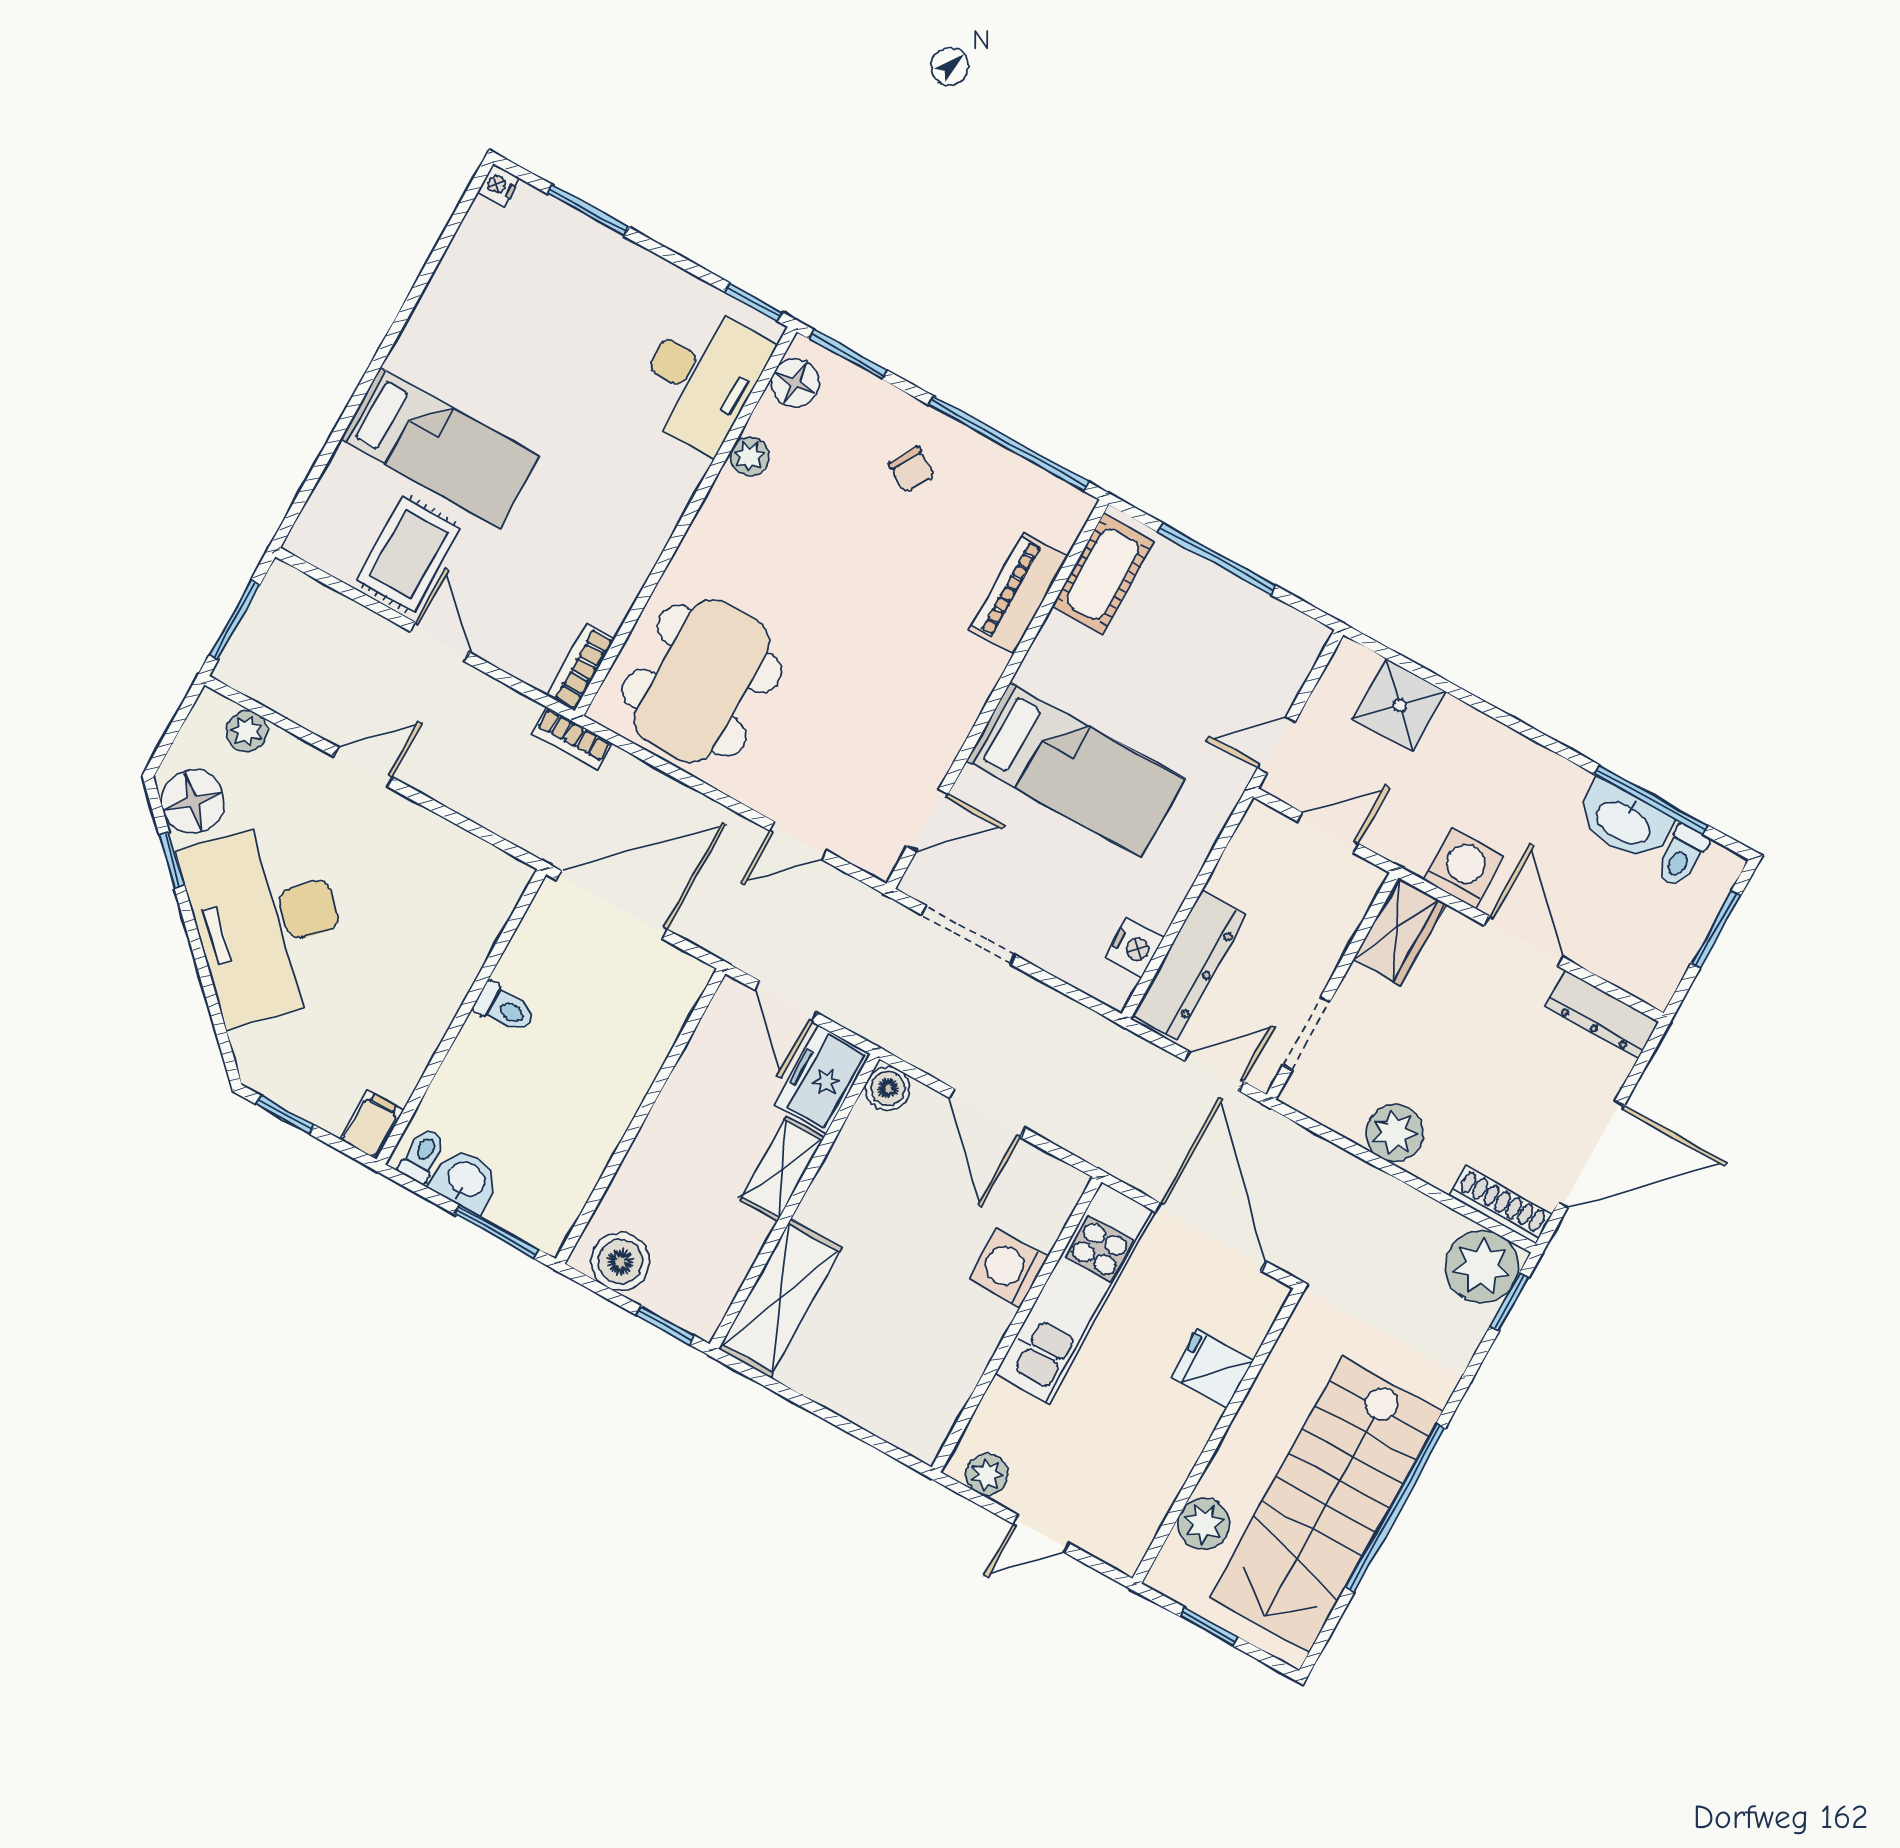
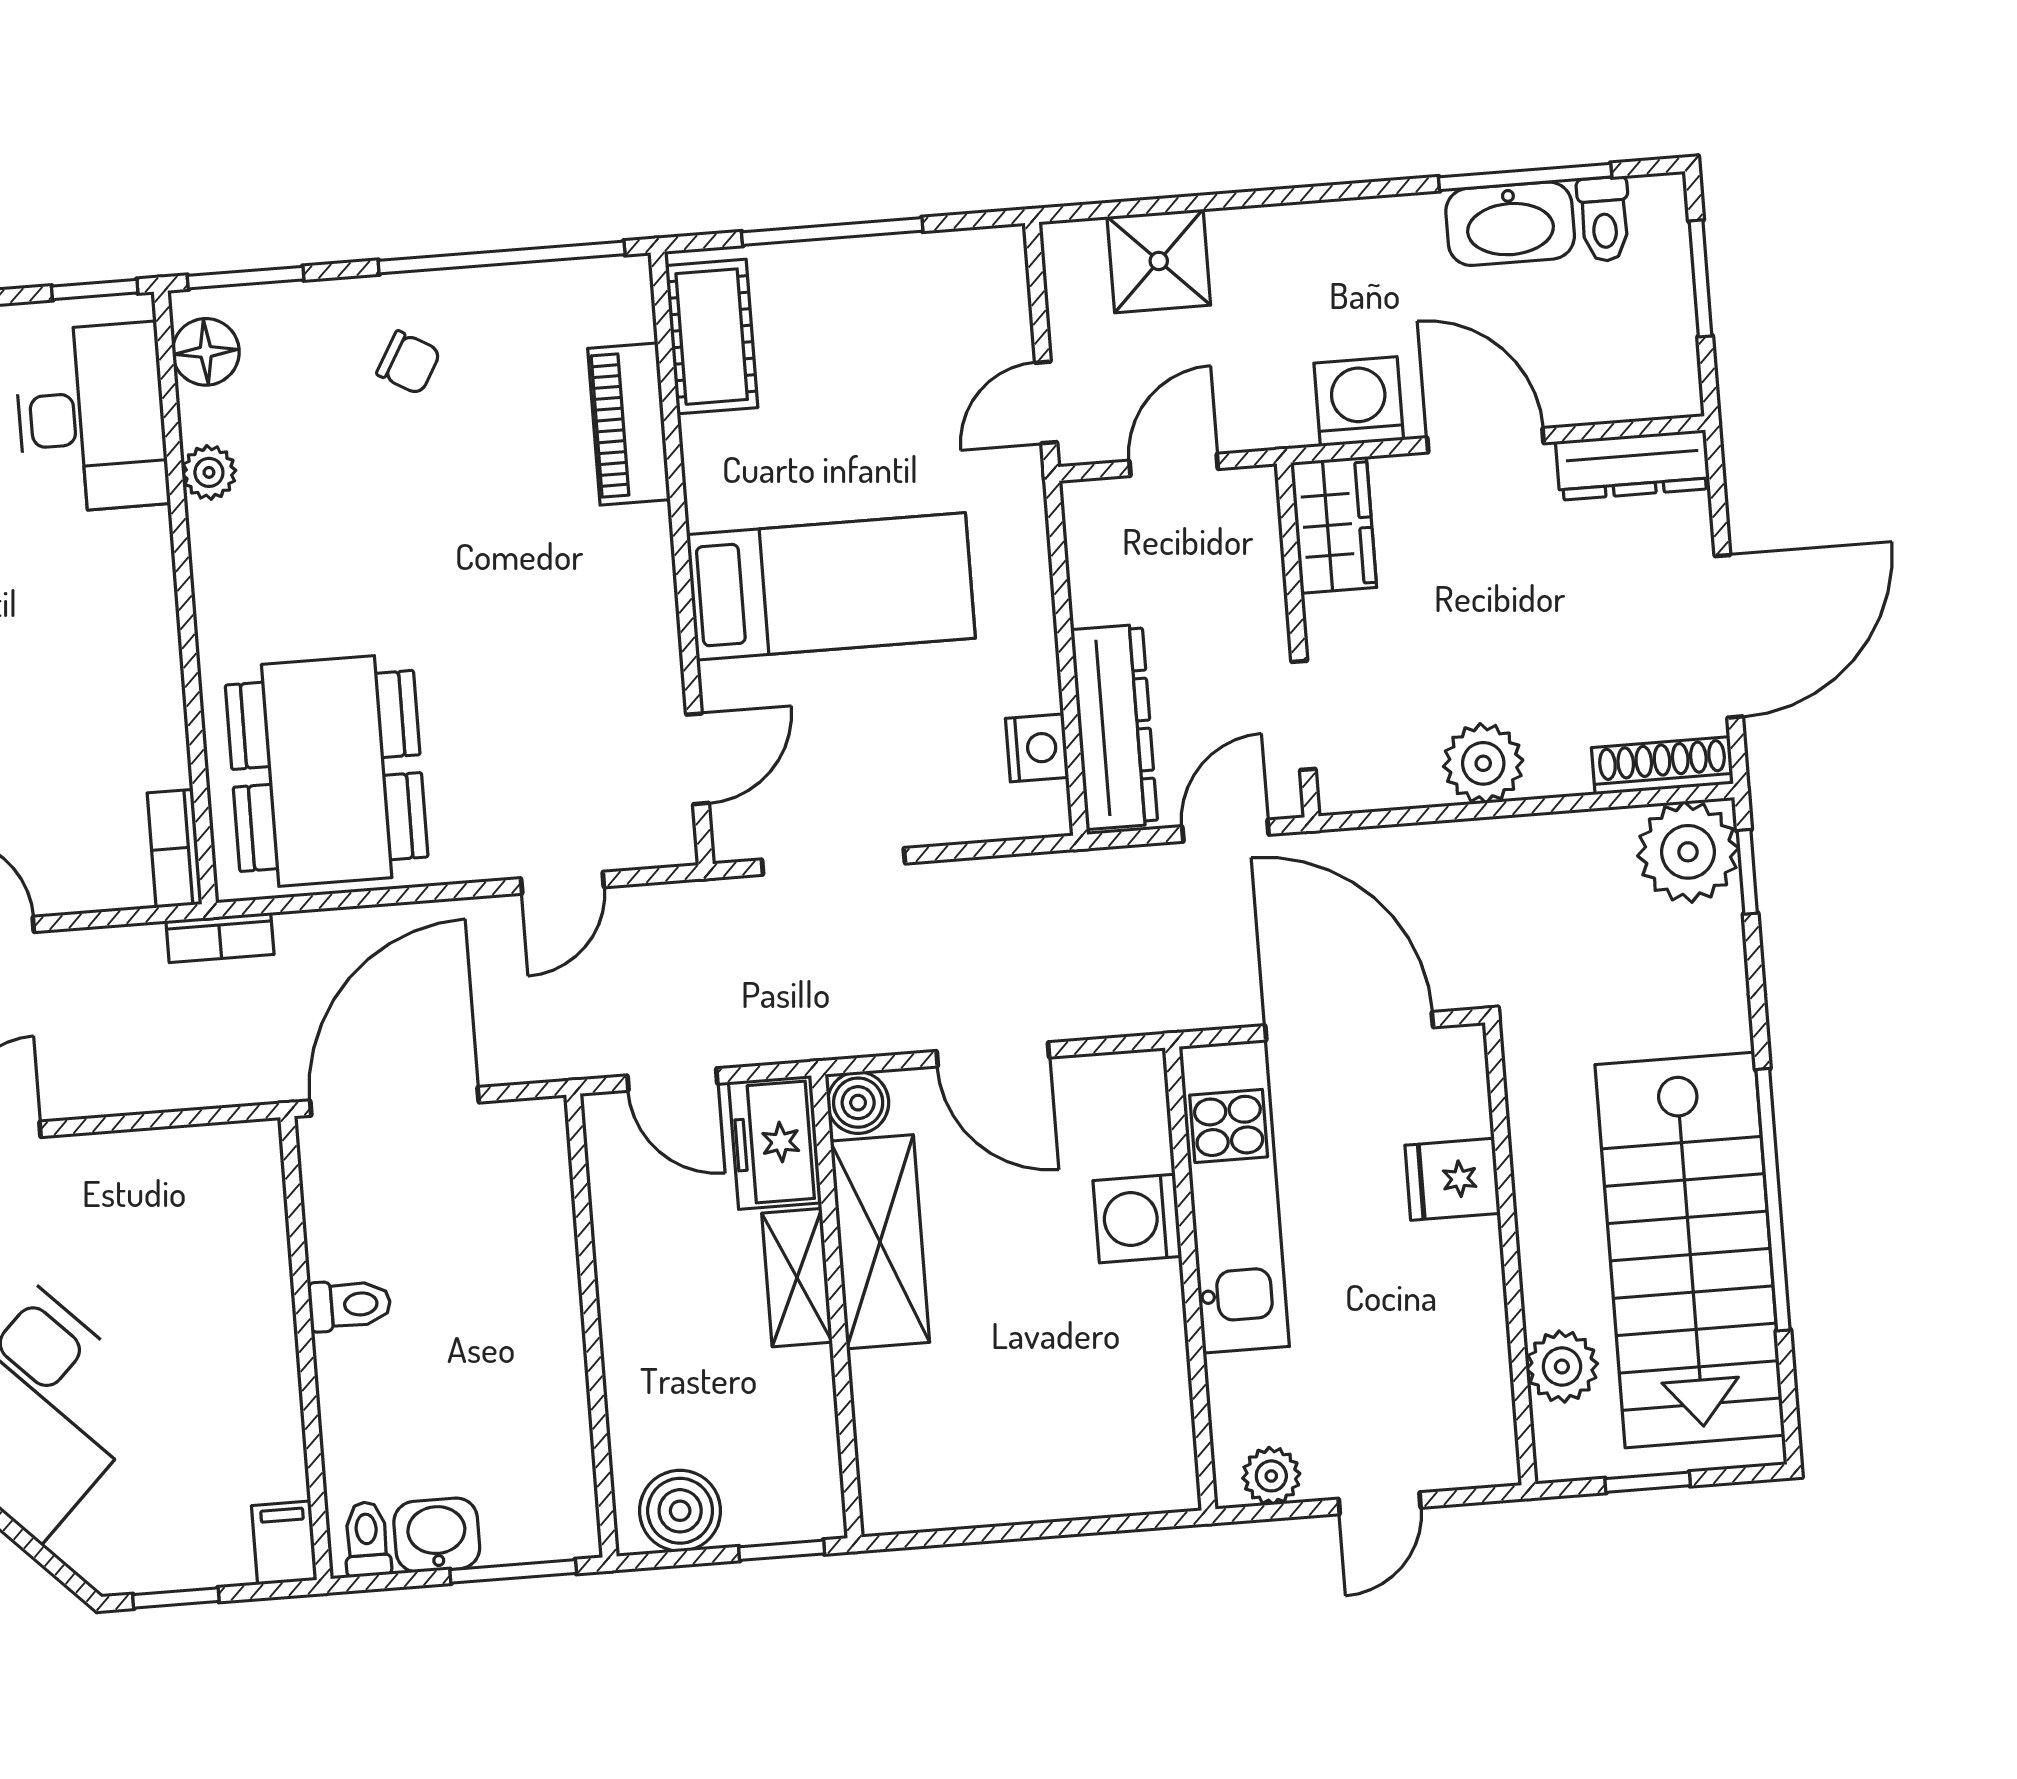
shelving: (780, 1298) -> (880, 1242), moved

